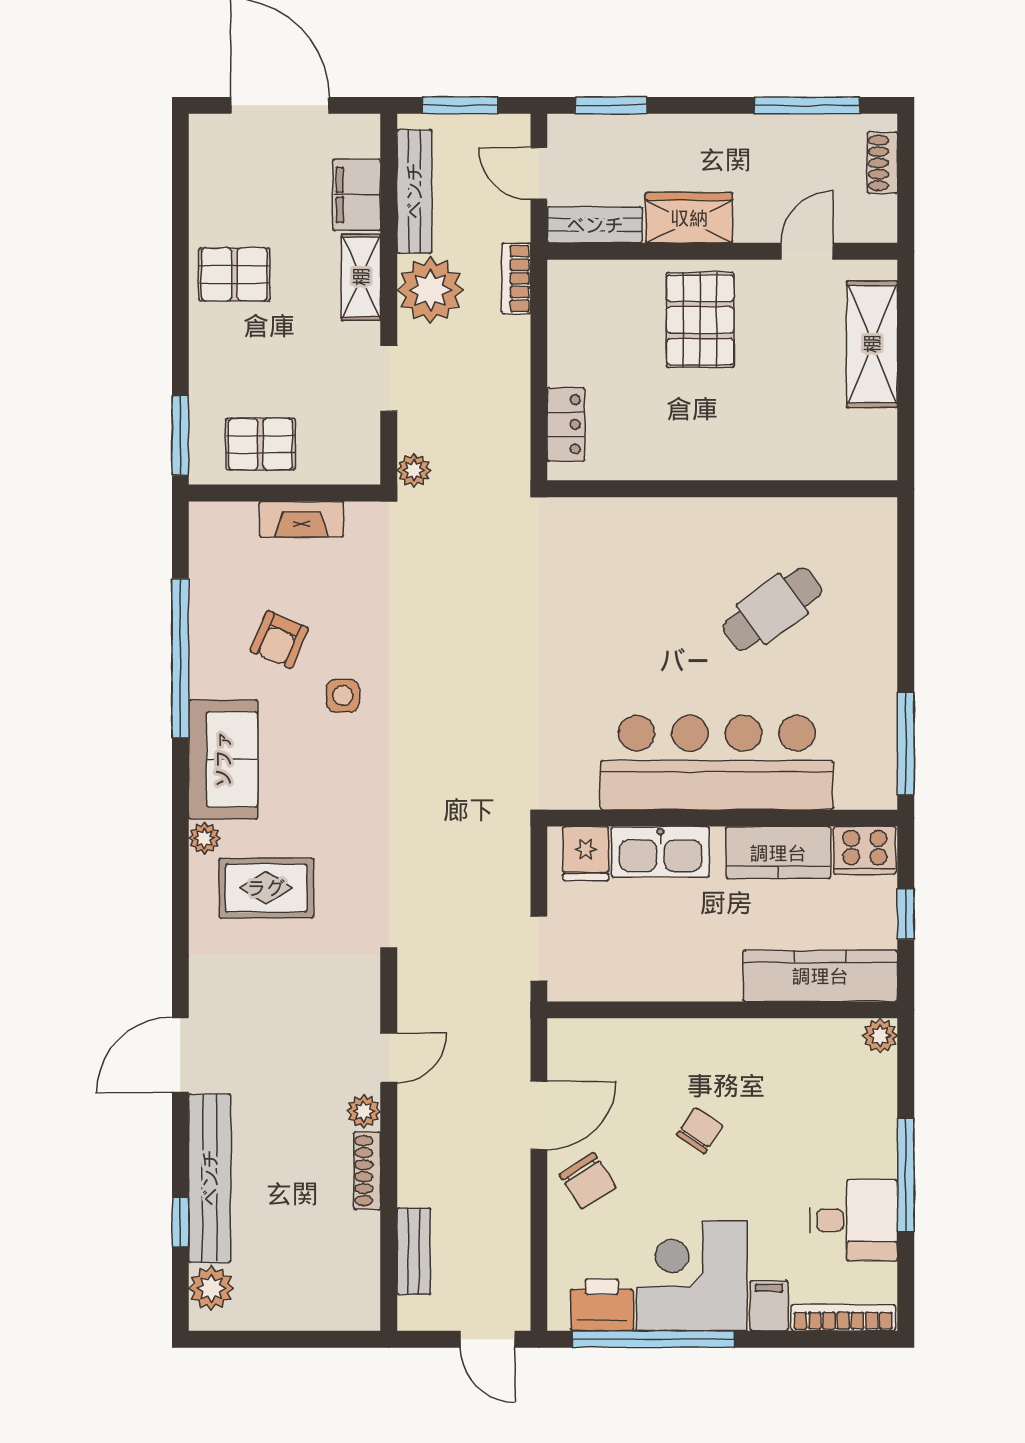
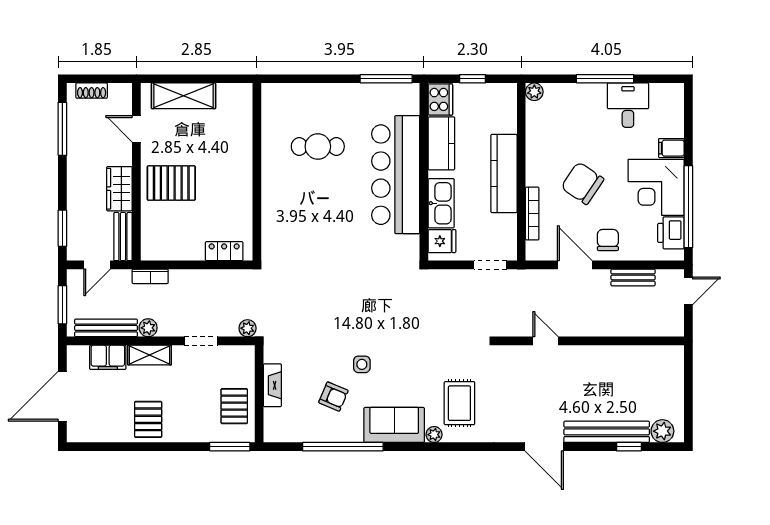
plant: (430, 290) -> (148, 328), width x0.53, depth x0.53
cafe table: (772, 609) -> (318, 146), turned -54
kitchen counter: (820, 976) -> (504, 173), moved
plant: (364, 1111) -> (573, 354), removed
chair: (700, 1130) -> (582, 183), width x1.87, depth x1.87
shoe rack: (367, 1171) -> (603, 352), removed
chair: (588, 1181) -> (608, 240), turned -57
bench: (414, 1251) -> (633, 277), moved
bookcase: (843, 1318) -> (532, 214), moved, turned 180

